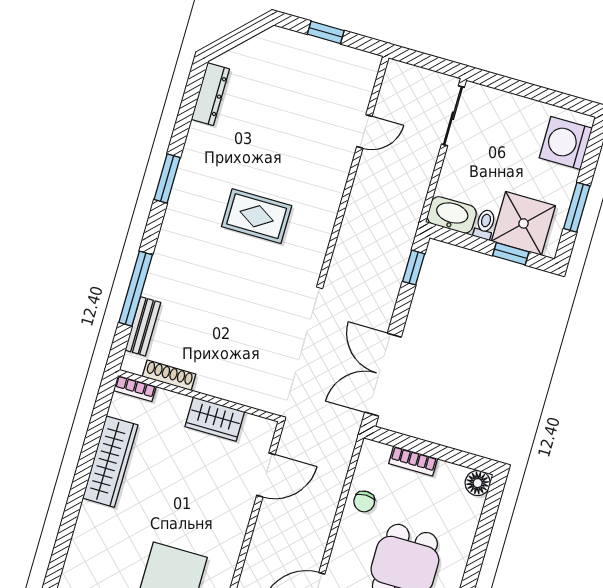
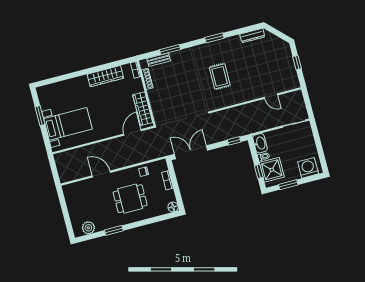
window: (136, 289) -> (170, 50), width x0.69
wardrobe: (215, 419) -> (143, 109), width x1.50
door: (266, 475) -> (133, 132), swing flipped

